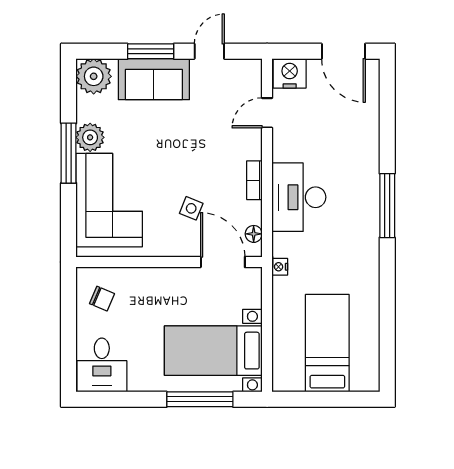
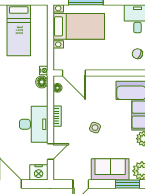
window: (151, 51) -> (127, 184), moved
desk: (299, 197) -> (34, 124), moved
side table: (191, 208) -> (95, 128), moved
floor lamp: (283, 245) -> (42, 82), added

